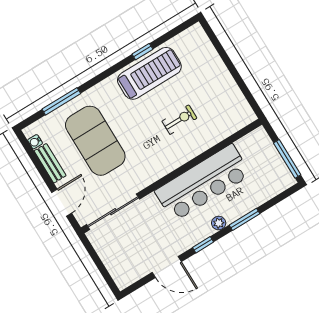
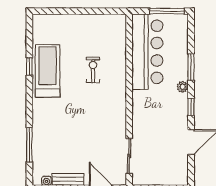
exercise mat: (95, 141) -> (72, 138), removed
bar counter: (203, 183) -> (147, 52), moved
sliding door: (113, 212) -> (129, 156), width x0.73

